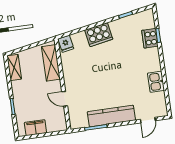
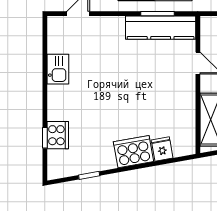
fridge: (66, 44) -> (162, 149), moved
kitchen counter: (111, 116) -> (161, 28), moved

